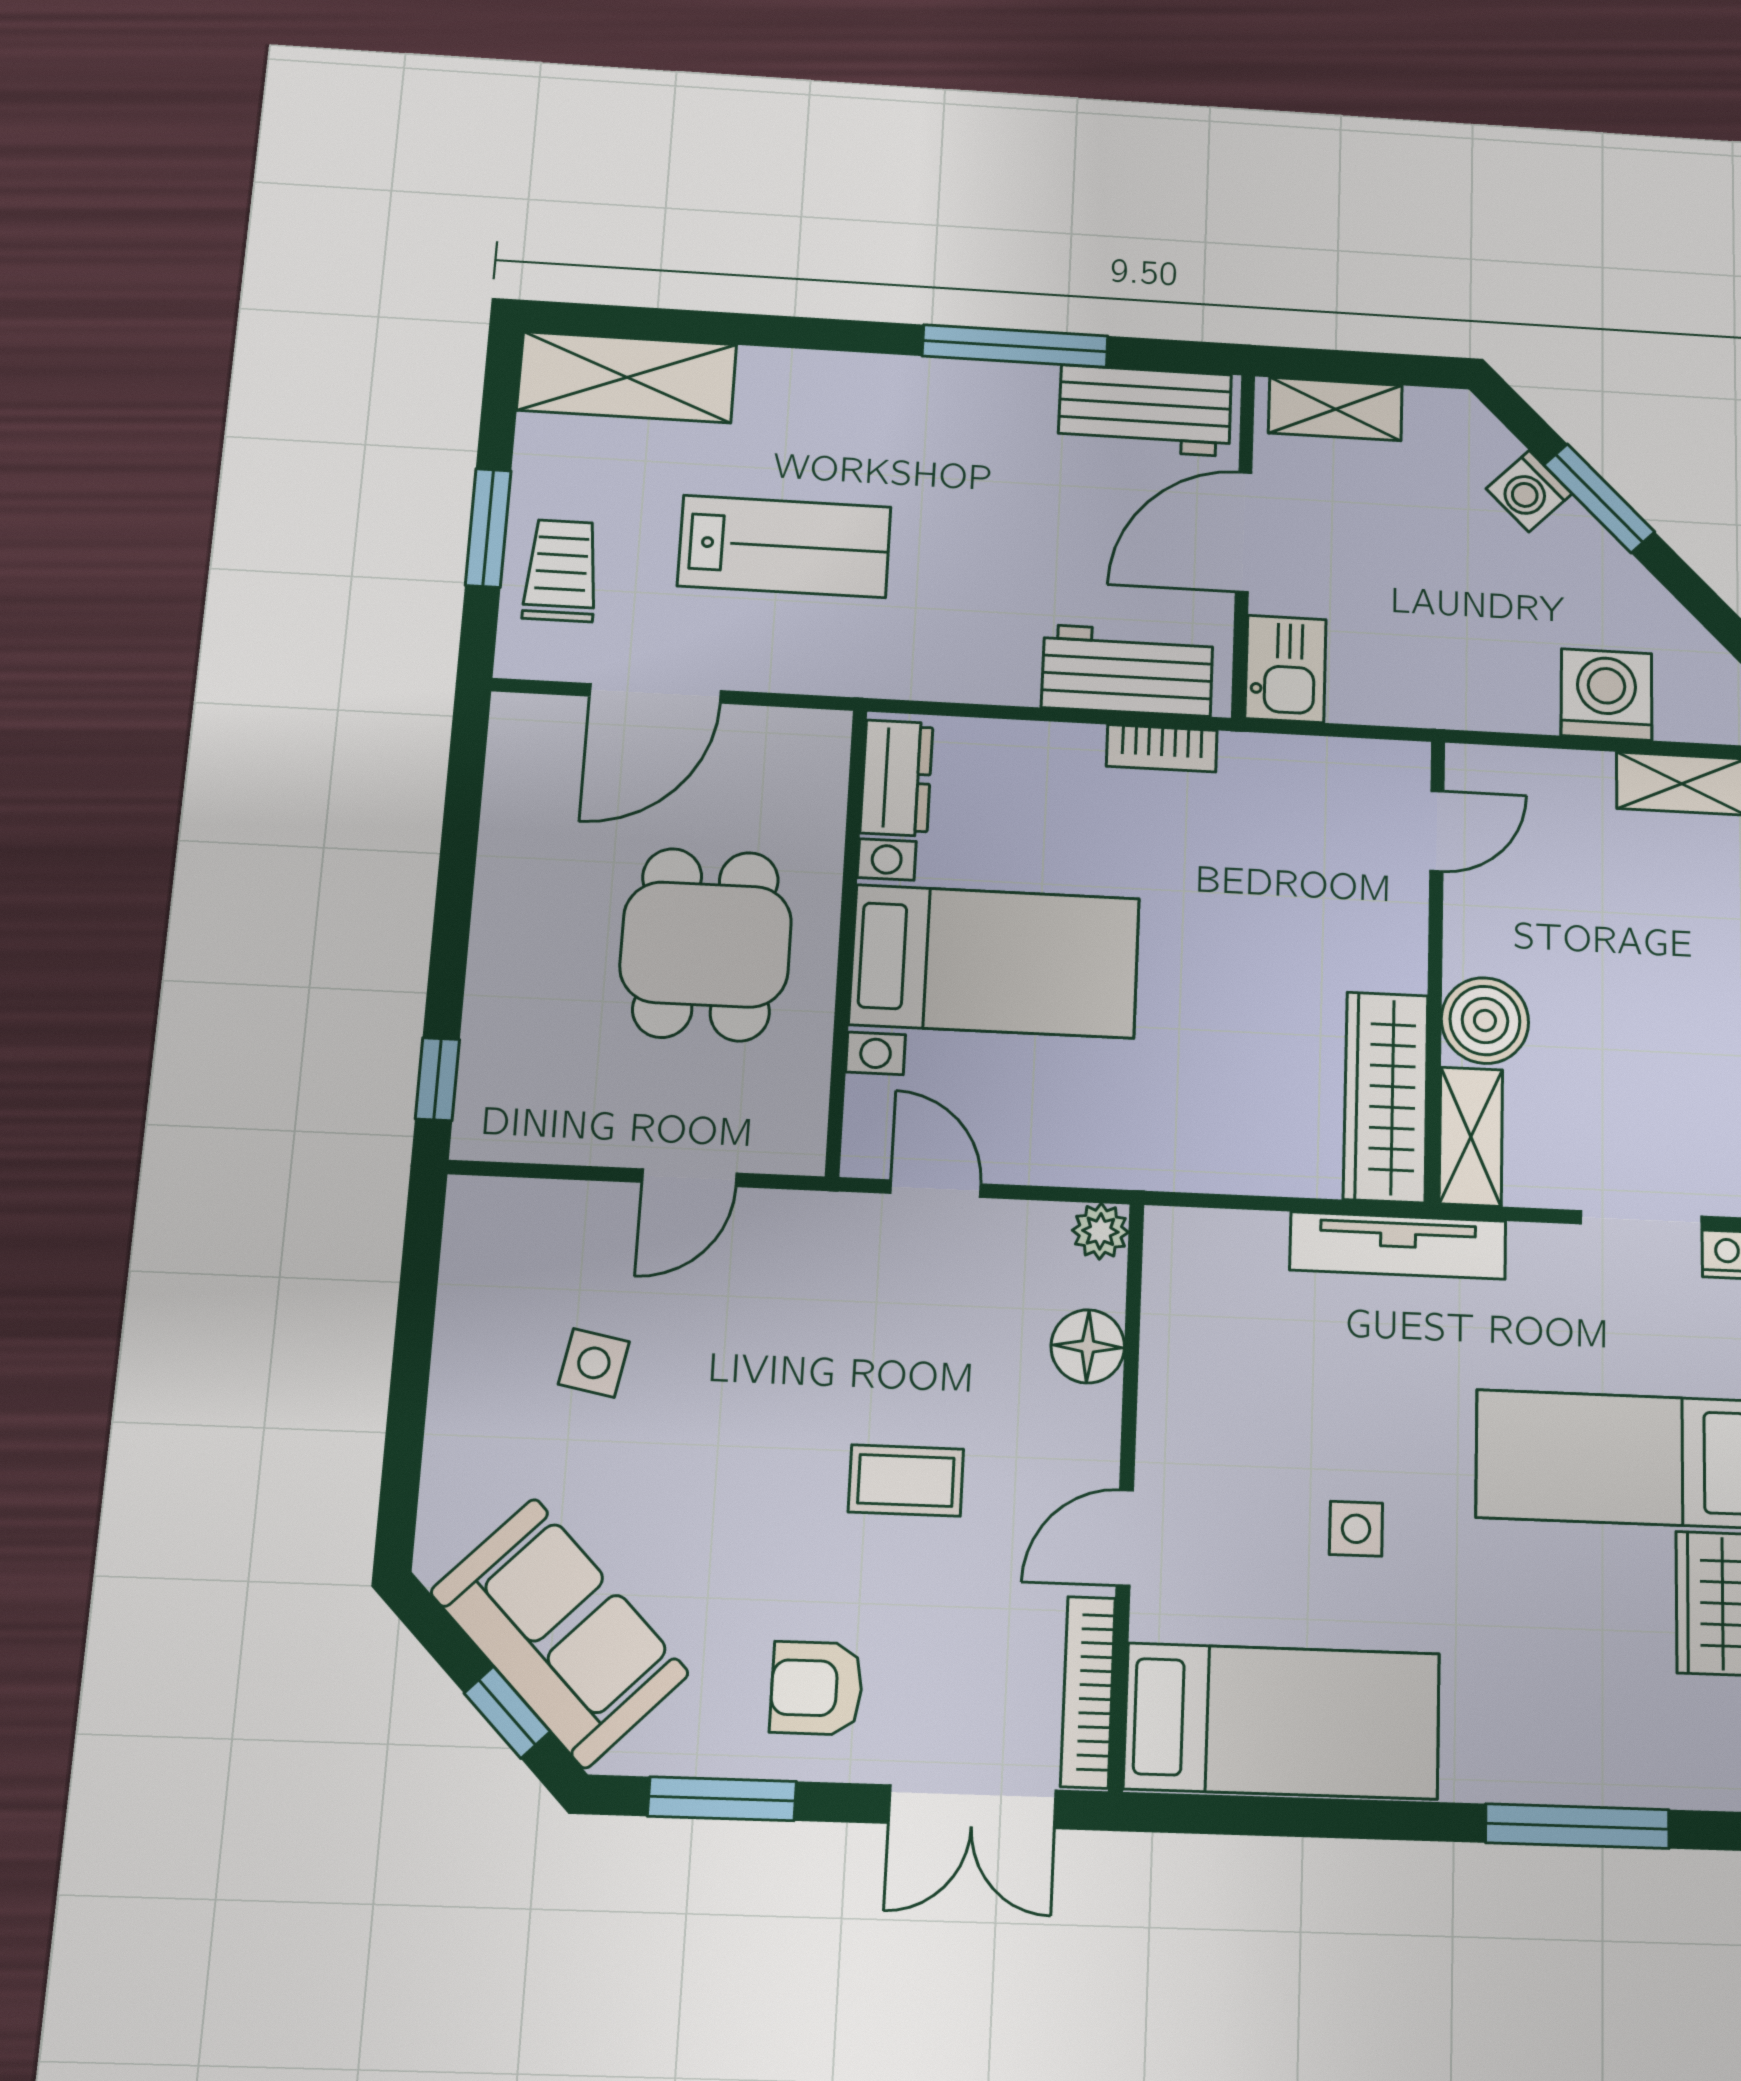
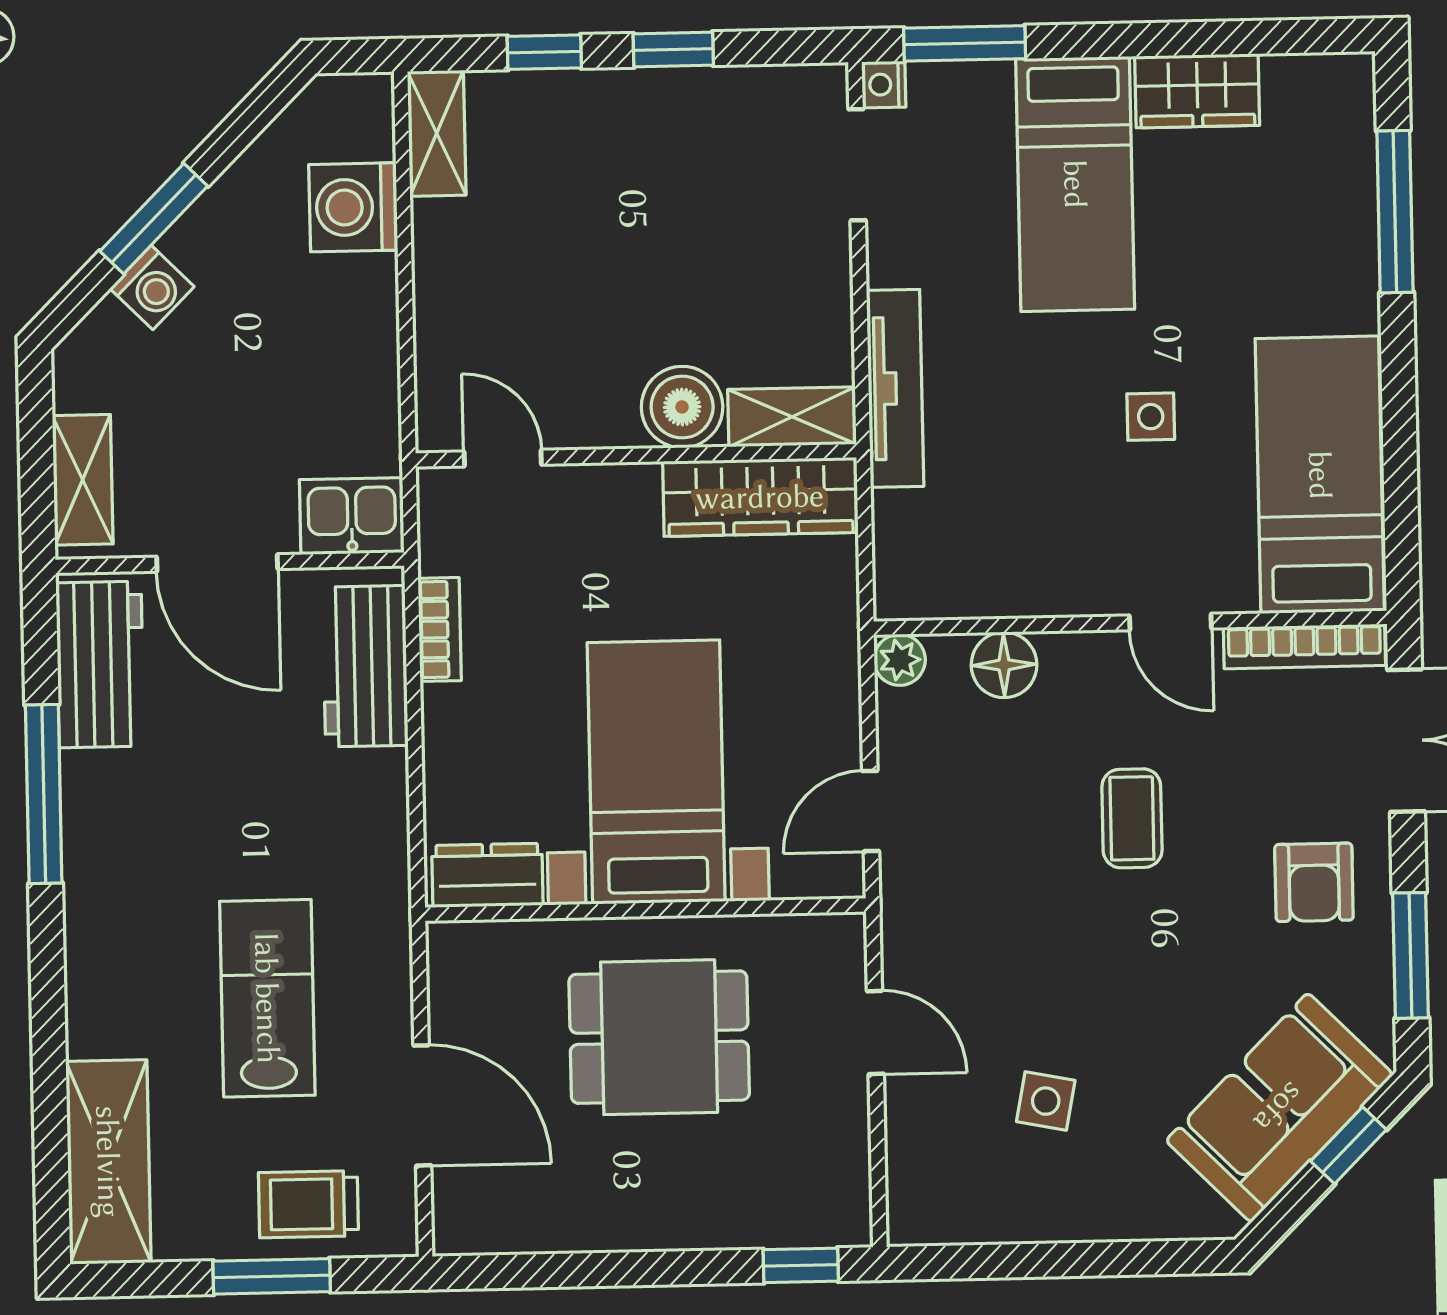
door: (1437, 831) -> (503, 458), moved
wall: (1435, 969) -> (636, 455), moved
boiler: (1485, 1021) -> (682, 407), moved
wardrobe: (1386, 1097) -> (760, 497), moved
shelving: (1471, 1137) -> (792, 417), moved

